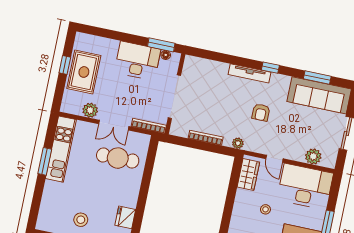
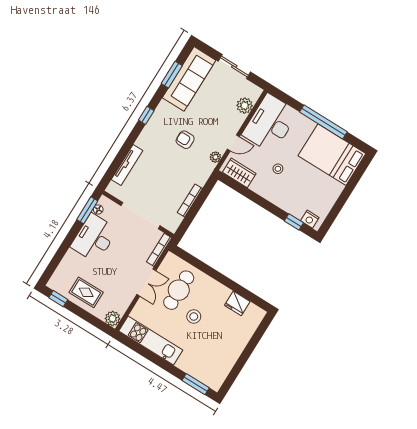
window: (65, 65) -> (58, 299), moved
rug: (84, 72) -> (86, 292), width x0.73, depth x0.70
tv unit: (250, 73) -> (127, 165), moved
plant: (90, 110) -> (113, 319), moved
armchair: (261, 112) -> (185, 140), turned 180
plant: (238, 143) -> (215, 157), moved
window: (45, 161) -> (196, 384), moved
stool: (81, 220) -> (194, 317), moved

